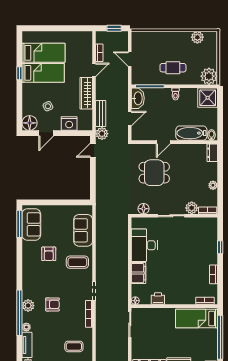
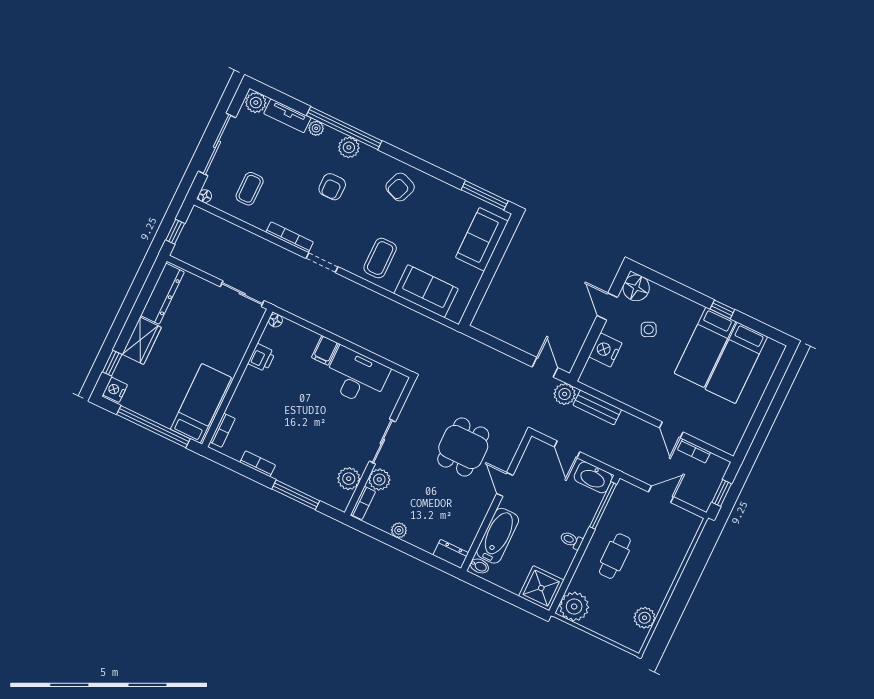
wardrobe: (86, 93) -> (640, 400), removed
floor lamp: (144, 209) -> (414, 403), removed
sofa: (31, 224) -> (482, 239), moved, turned 90
plant: (199, 224) -> (349, 479), added
window: (220, 247) -> (296, 495), width x2.17
armchair: (49, 254) -> (400, 187), moved, turned -69
filing cabinet: (139, 273) -> (325, 350), width x0.50

